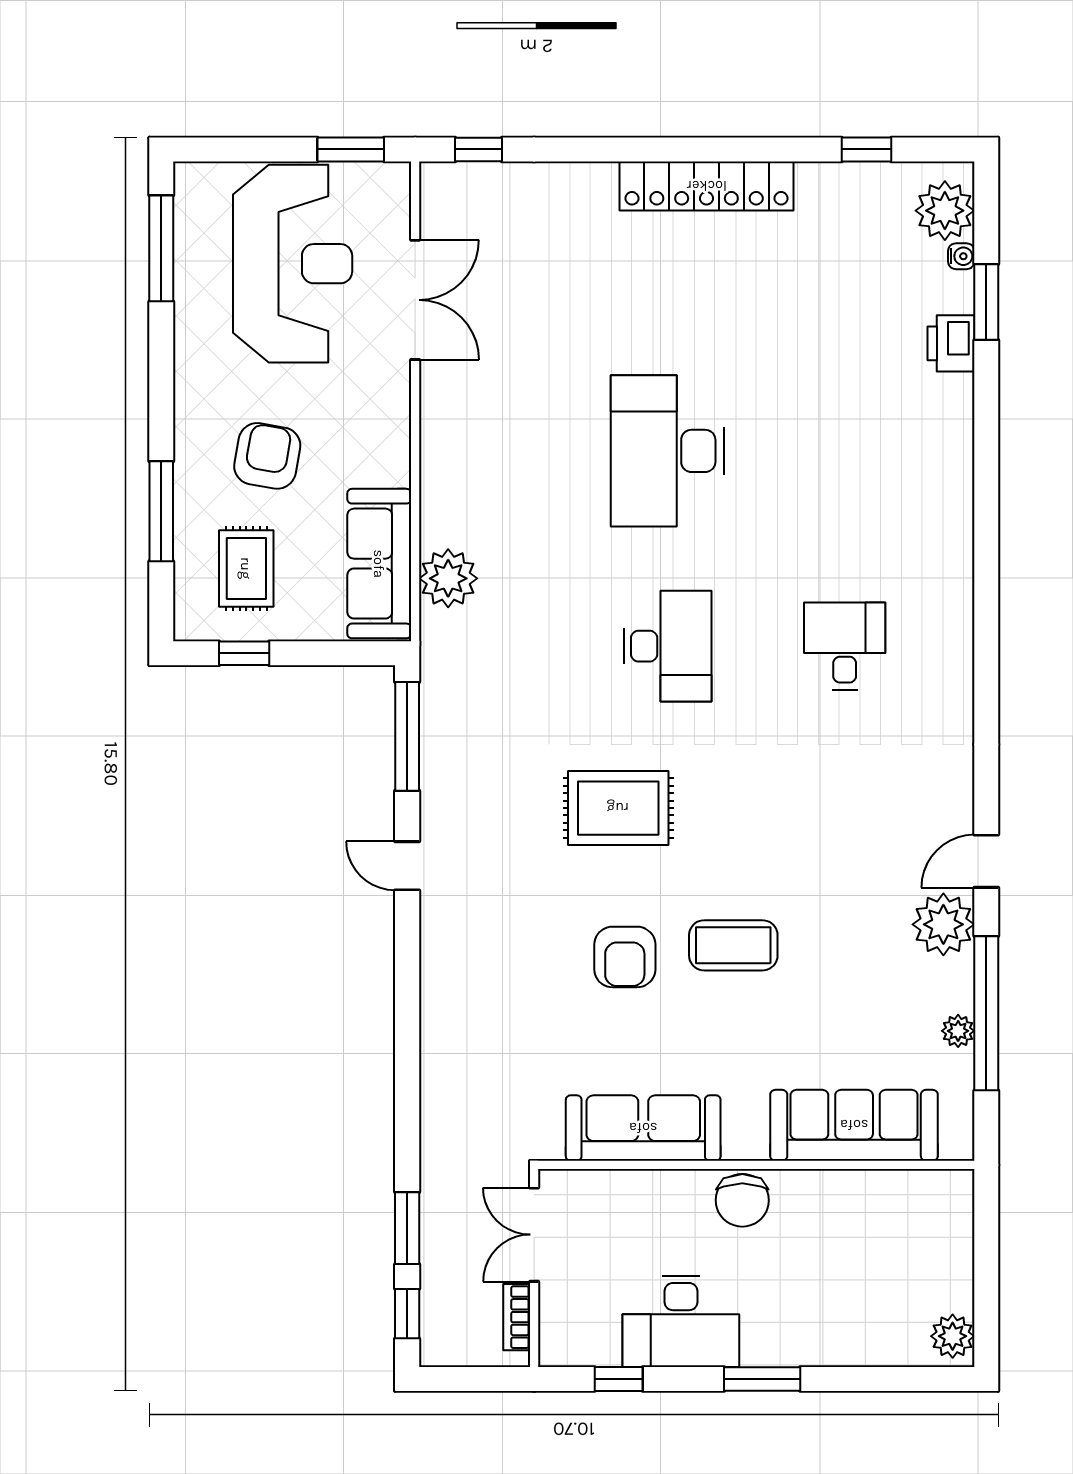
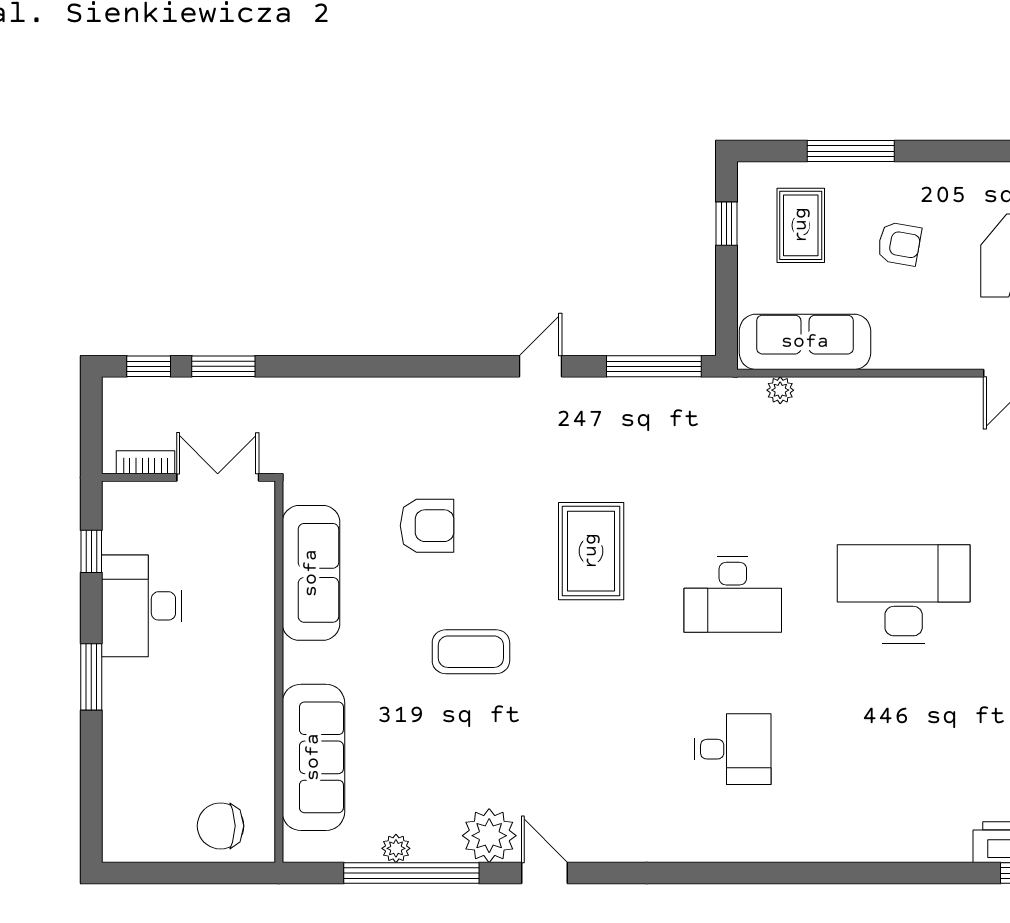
armchair: (267, 456) -> (899, 244), width x0.72, depth x0.72
rug: (246, 568) -> (801, 225), turned 90
plant: (448, 578) -> (780, 390), width x0.53, depth x0.53
coffee table: (733, 945) -> (471, 652), turned 90
armchair: (625, 957) -> (427, 526), moved, turned 180
chair: (742, 1200) -> (221, 826), moved
plant: (953, 1336) -> (129, 844), removed

